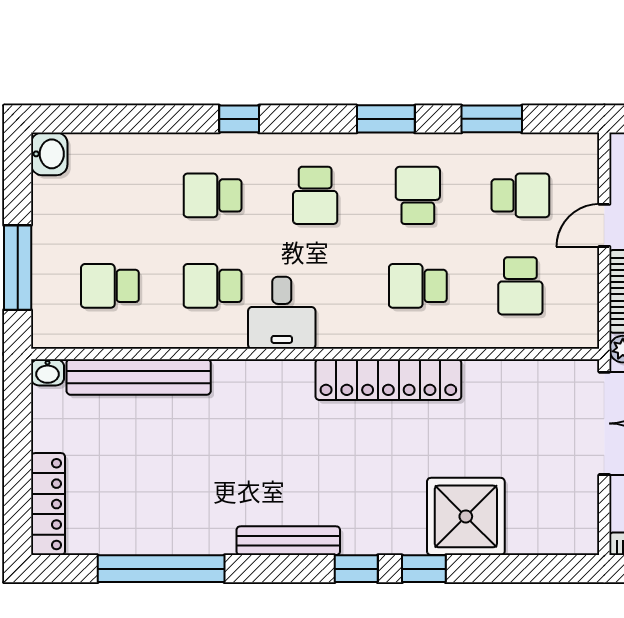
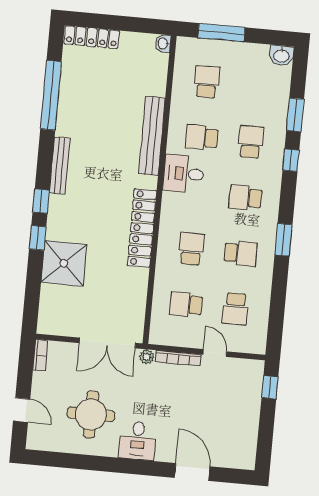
window: (492, 119) -> (295, 115), moved
school desk: (213, 286) -> (202, 137), turned -90
bench: (139, 377) -> (152, 136), moved

